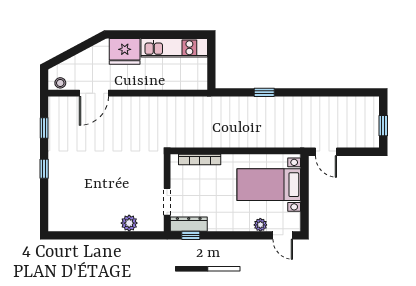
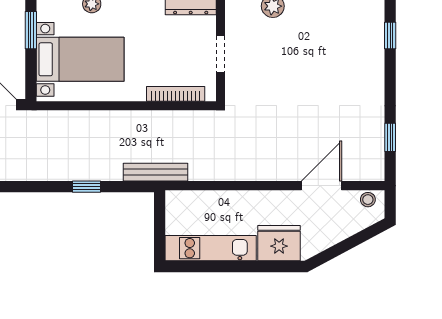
bench: (214, 103) -> (156, 172), added
window: (44, 169) -> (390, 36), moved
doorway: (167, 202) -> (221, 54), moved
window: (304, 206) -> (31, 30), added

